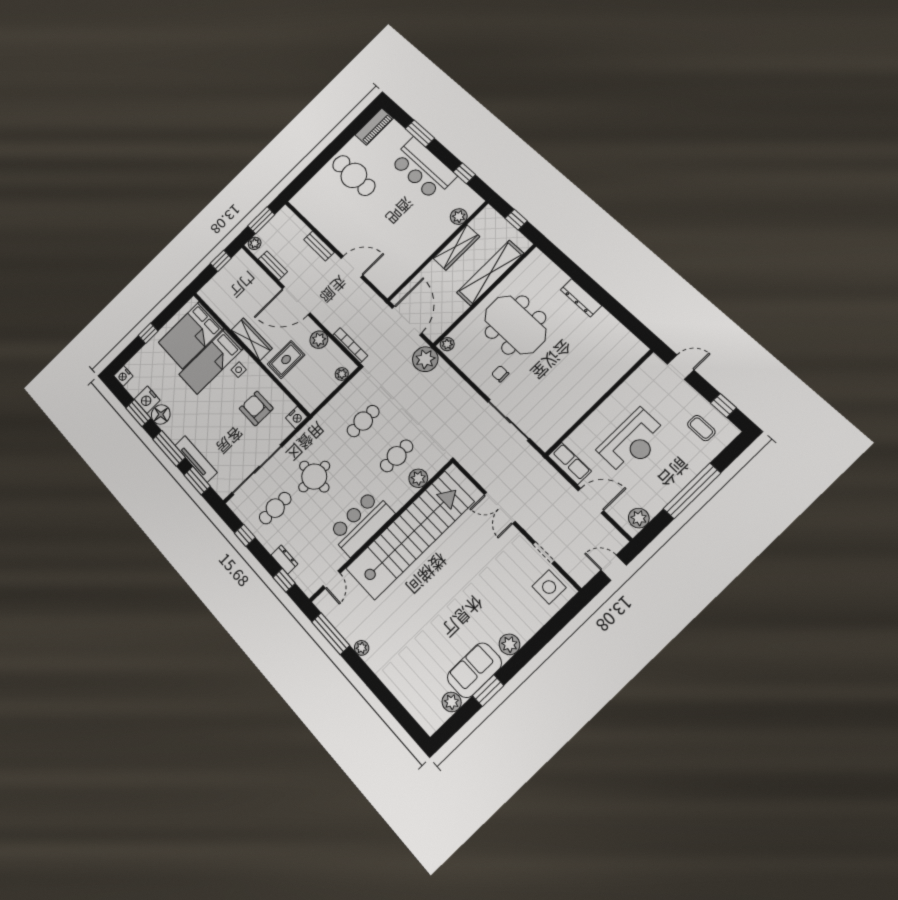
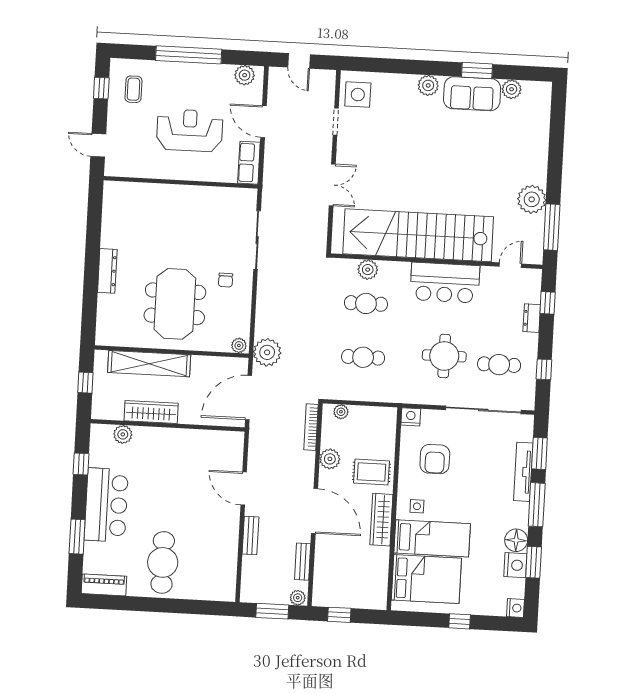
plant: (362, 648) -> (532, 199), width x1.88, depth x1.88

